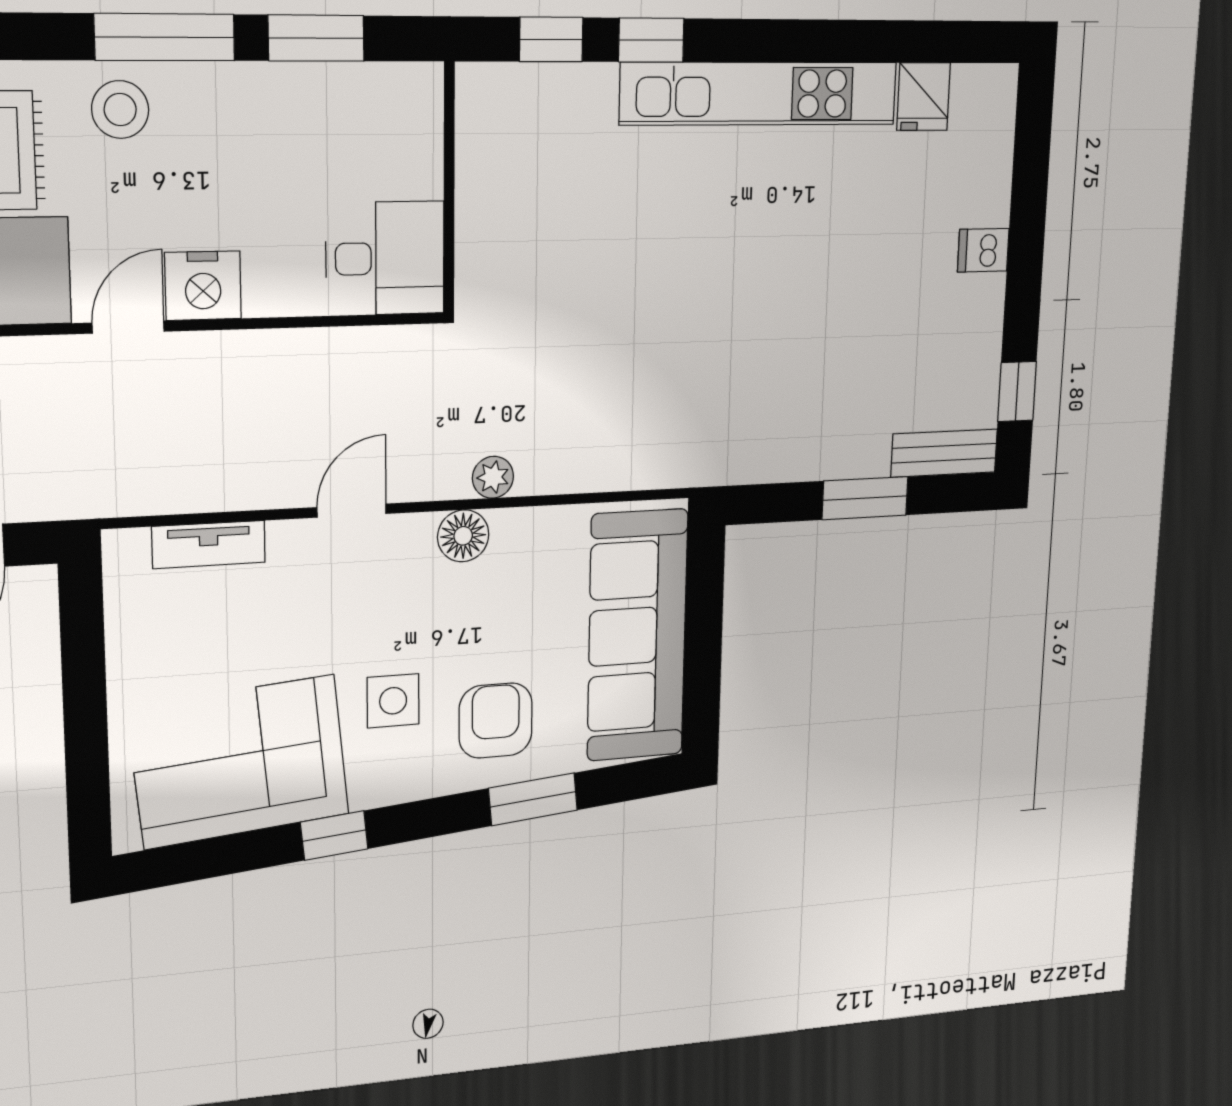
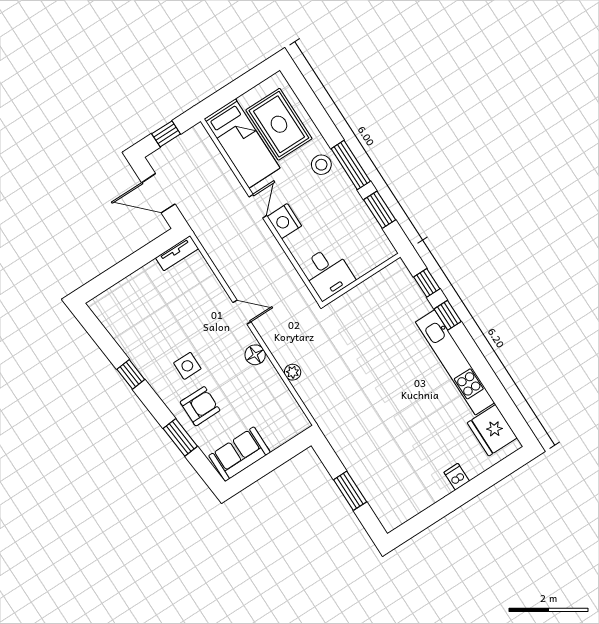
fridge: (924, 97) -> (492, 430), width x1.88, depth x1.34
door: (128, 327) -> (258, 206), hinge flipped
window: (1017, 392) -> (419, 523), removed
bench: (944, 453) -> (382, 510), removed
plant: (493, 477) -> (293, 372), moved
tv unit: (209, 545) -> (177, 253), moved, turned -90
sofa: (637, 636) -> (240, 454), width x0.54, depth x0.79
corner sofa: (239, 762) -> (139, 326), removed

